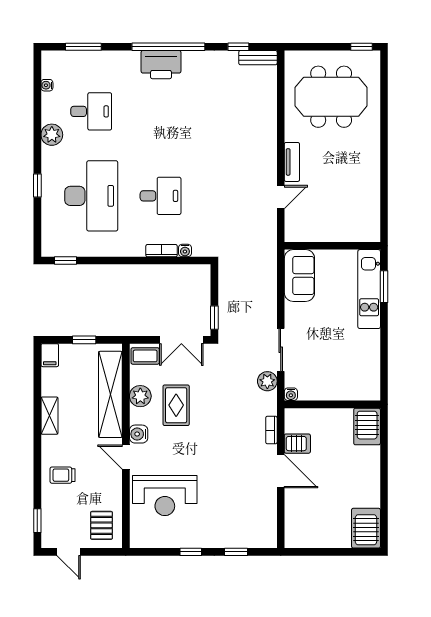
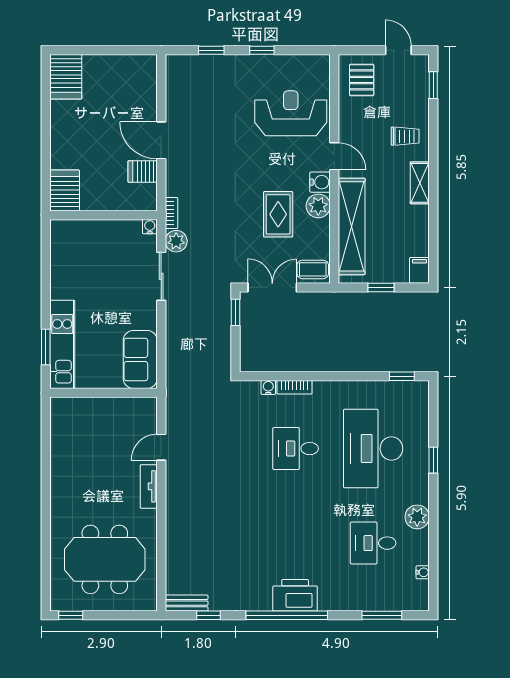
plant: (140, 396) -> (318, 206), moved
shelving: (49, 416) -> (420, 183), moved
bookcase: (271, 430) -> (172, 213), moved

